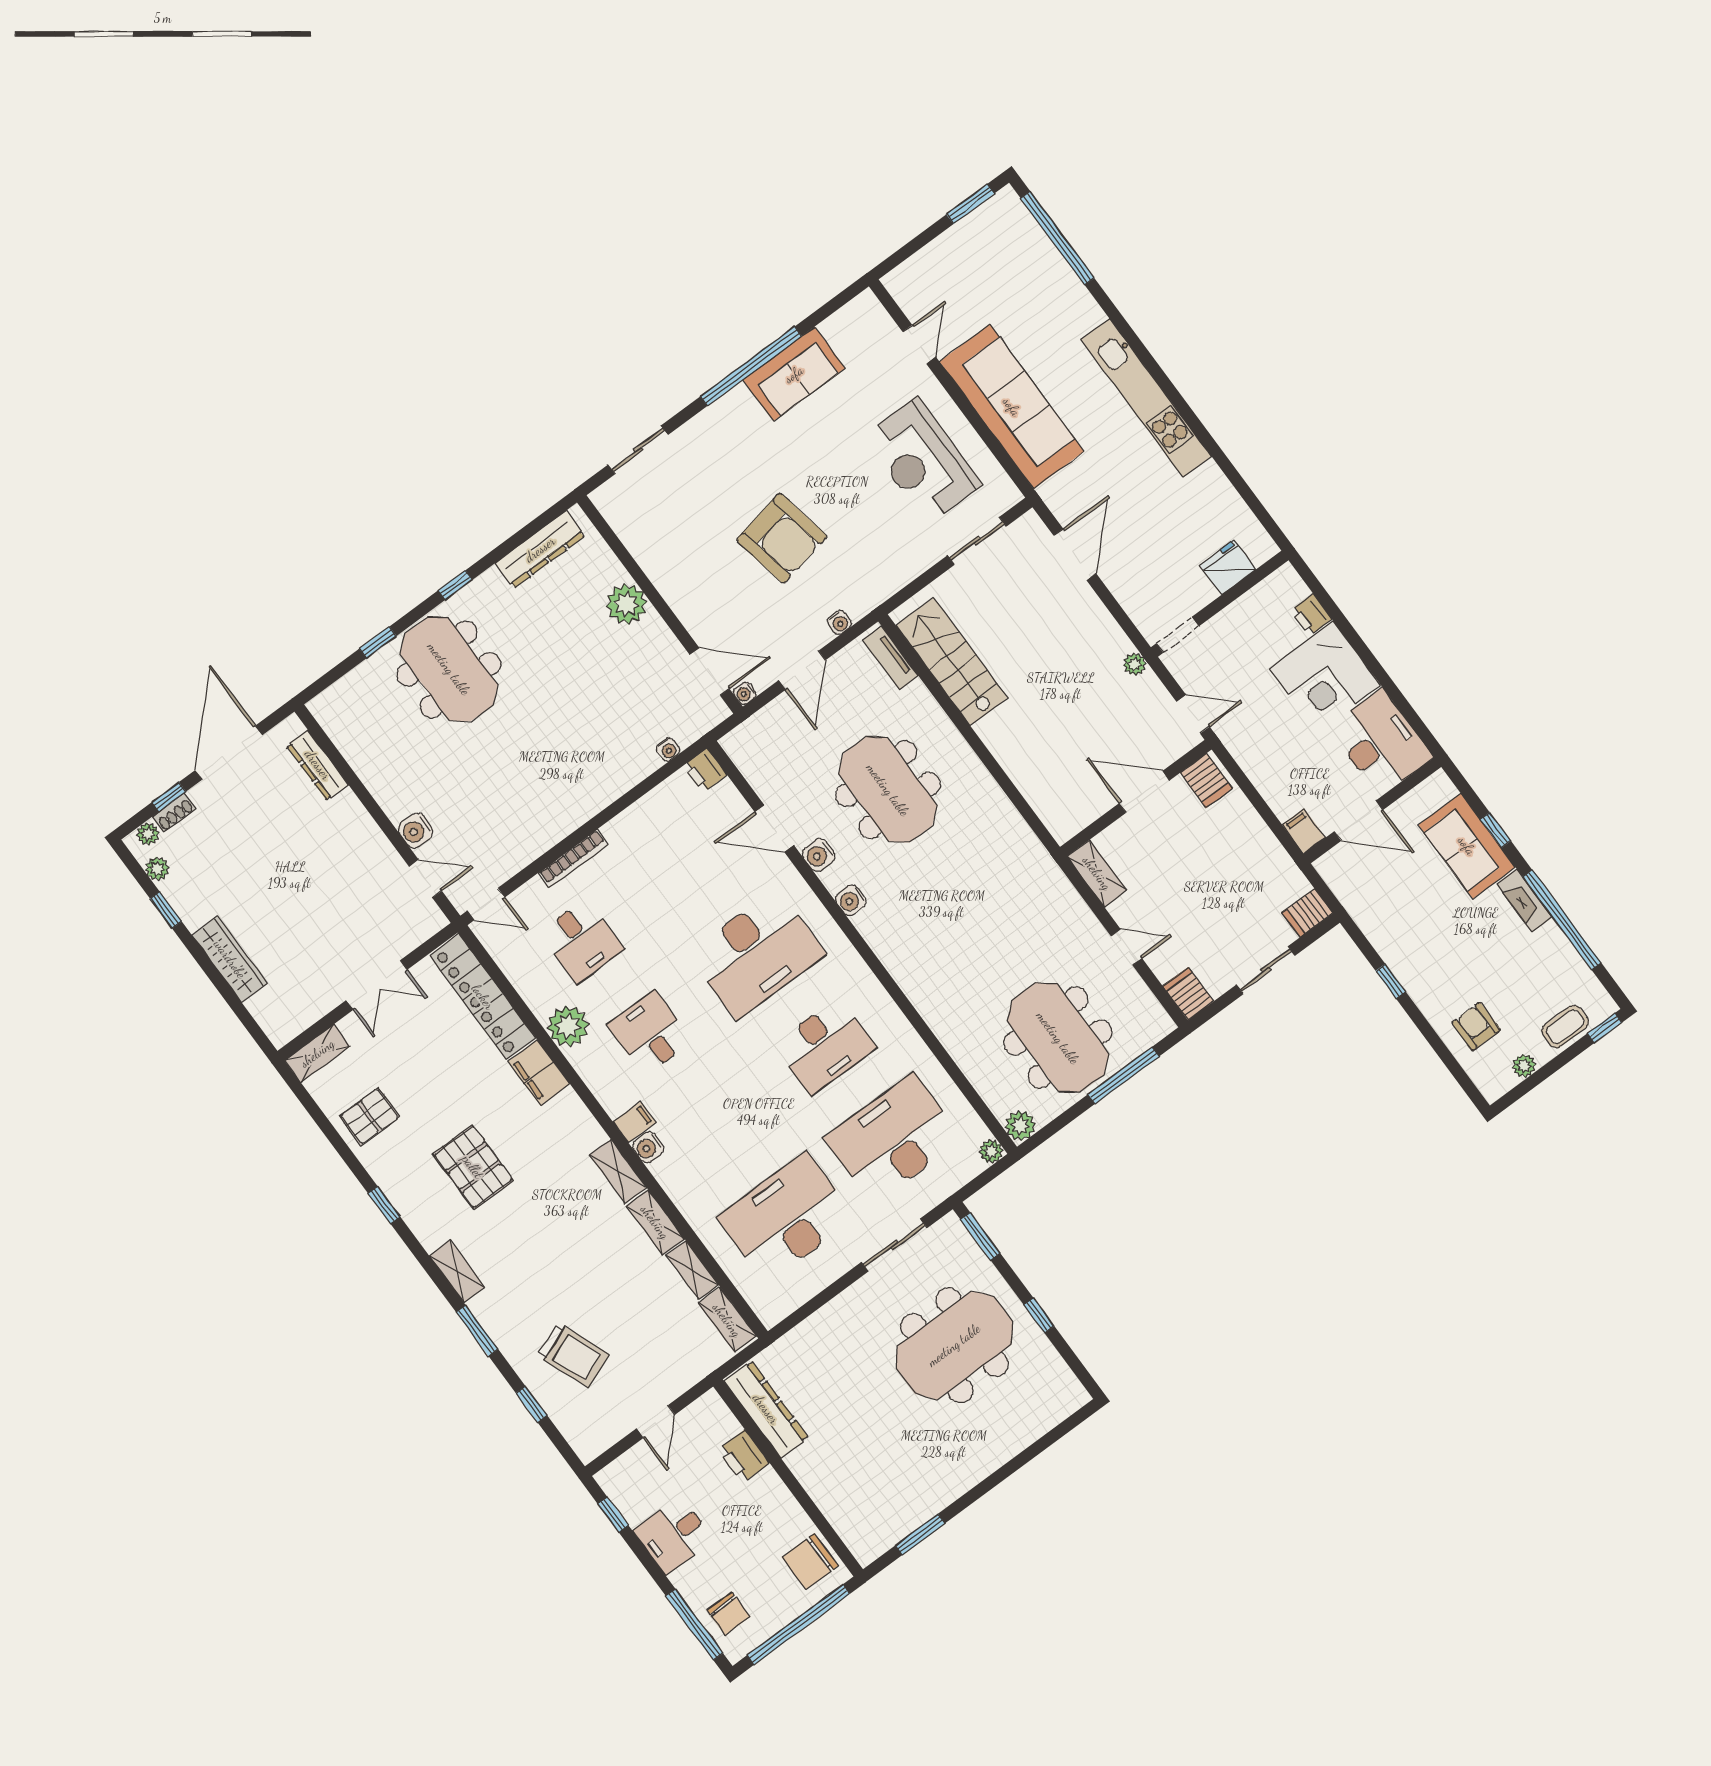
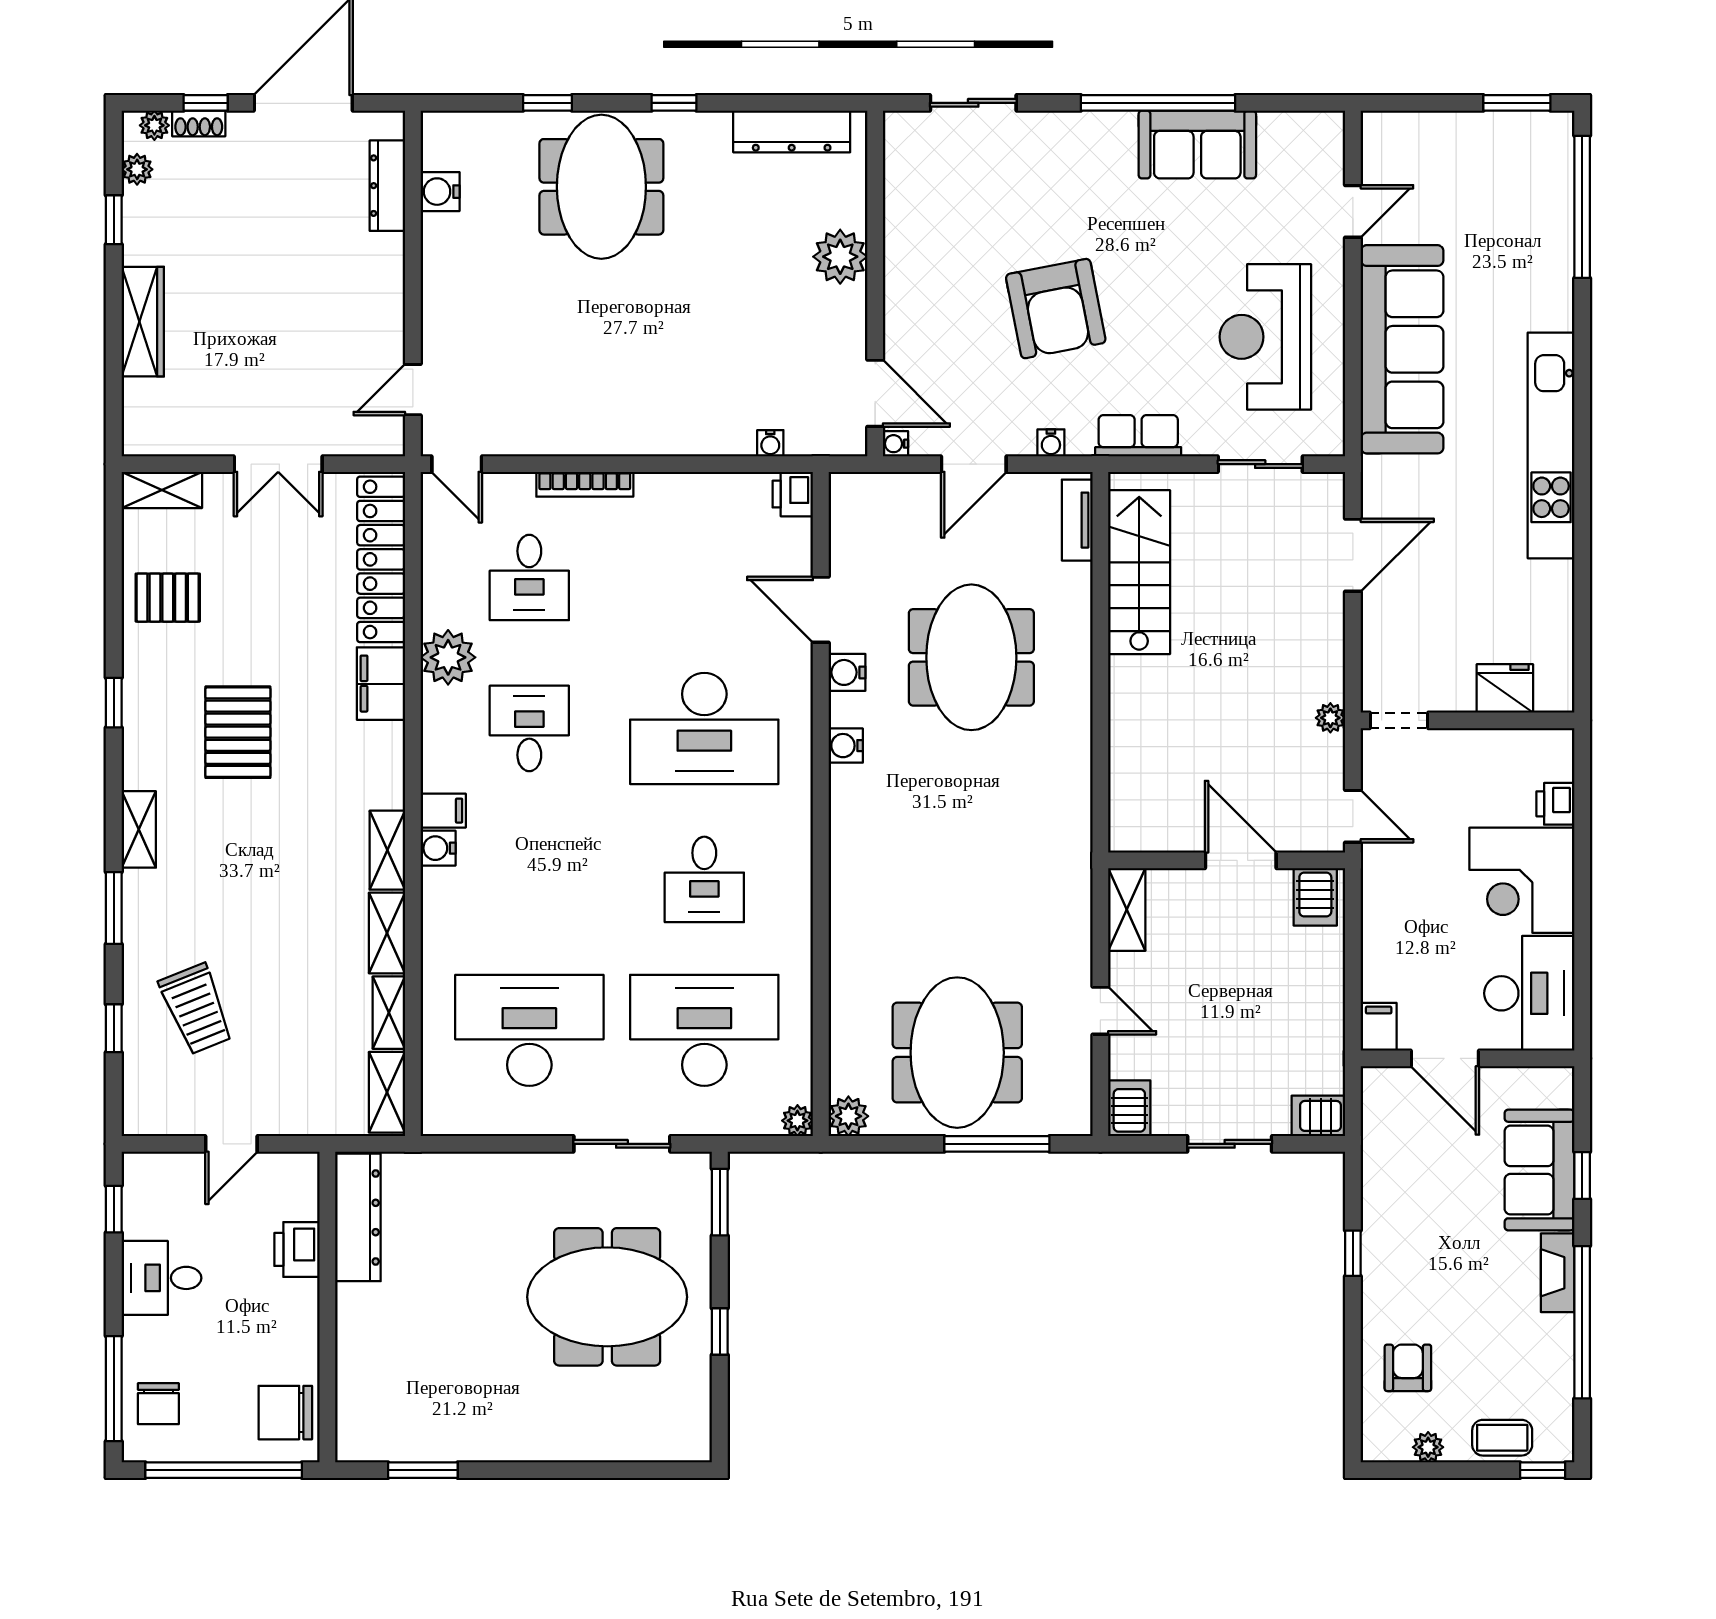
row of seats: (890, 579) -> (1138, 436), added
water cooler: (416, 830) -> (440, 192), moved
door: (425, 879) -> (413, 390), swing flipped
desk: (825, 1046) -> (704, 879), width x0.73

